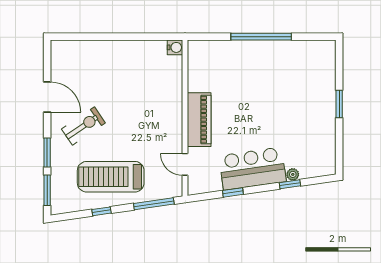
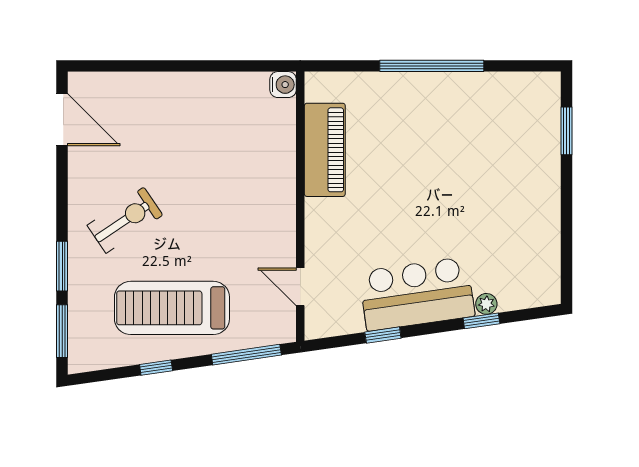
door: (47, 97) -> (62, 120), moved
window: (339, 104) -> (566, 131), moved
piano: (199, 120) -> (325, 150), moved

